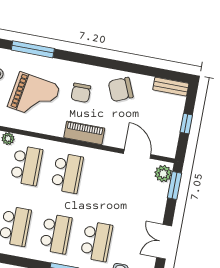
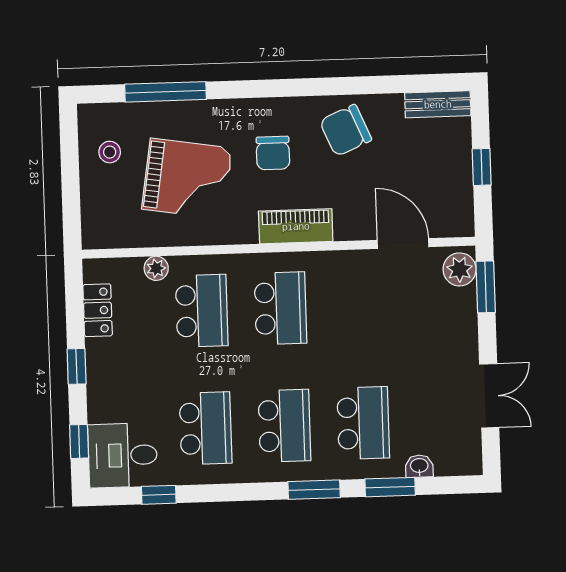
double door: (164, 242) -> (489, 396), swing flipped

